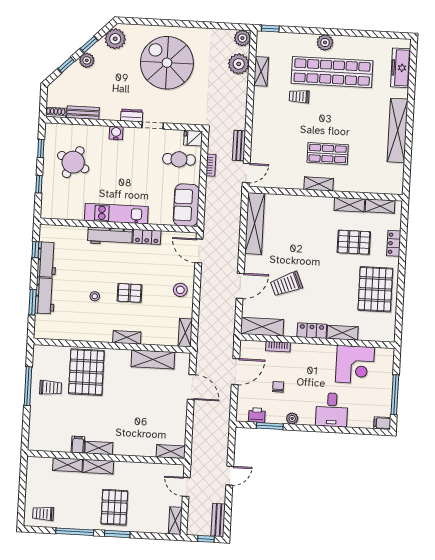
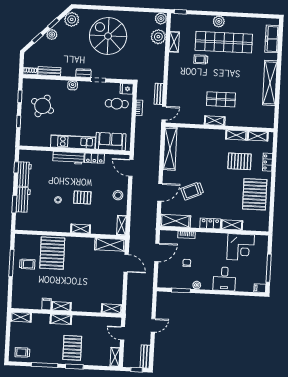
sofa: (186, 205) -> (111, 141), moved, turned 90
shelving: (153, 359) -> (110, 245), moved
printer: (257, 415) -> (172, 283), removed
shelving: (68, 465) -> (21, 317), moved

